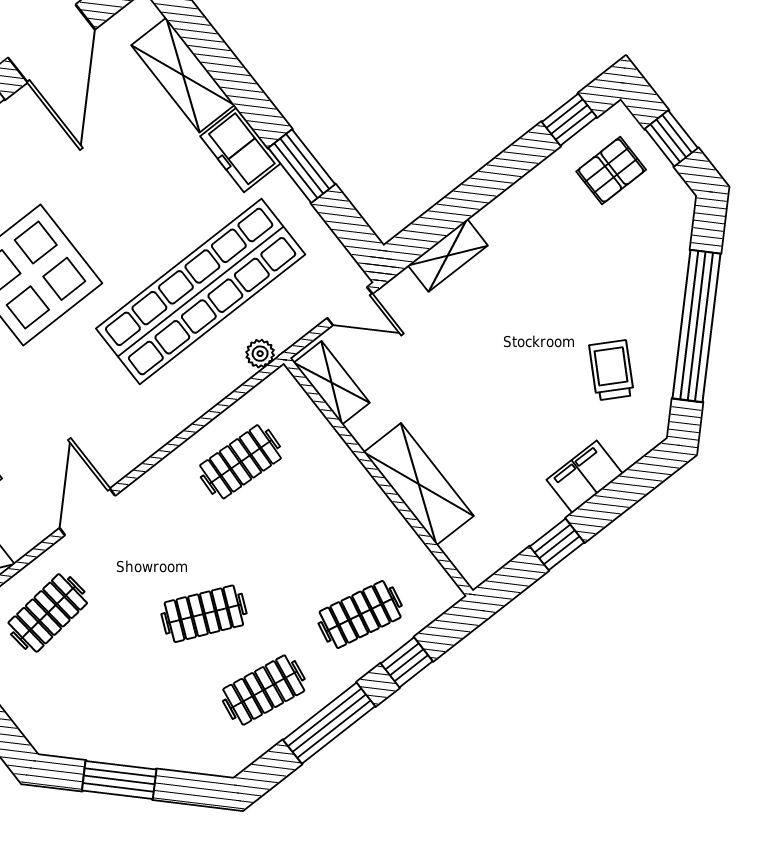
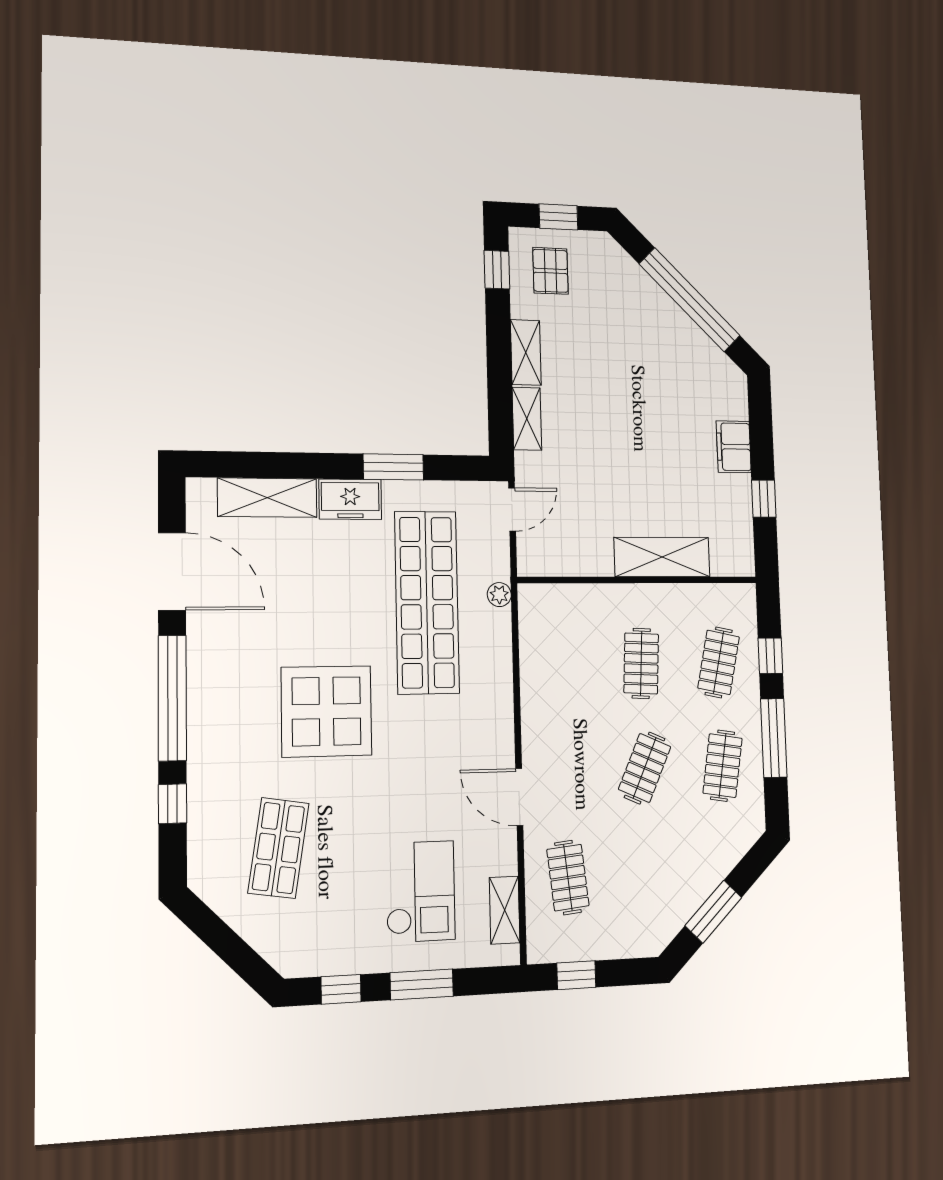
trolley: (612, 370) -> (679, 375), removed
shelving: (332, 383) -> (526, 352), moved, turned 90
clothes rail: (240, 462) -> (641, 663), moved

